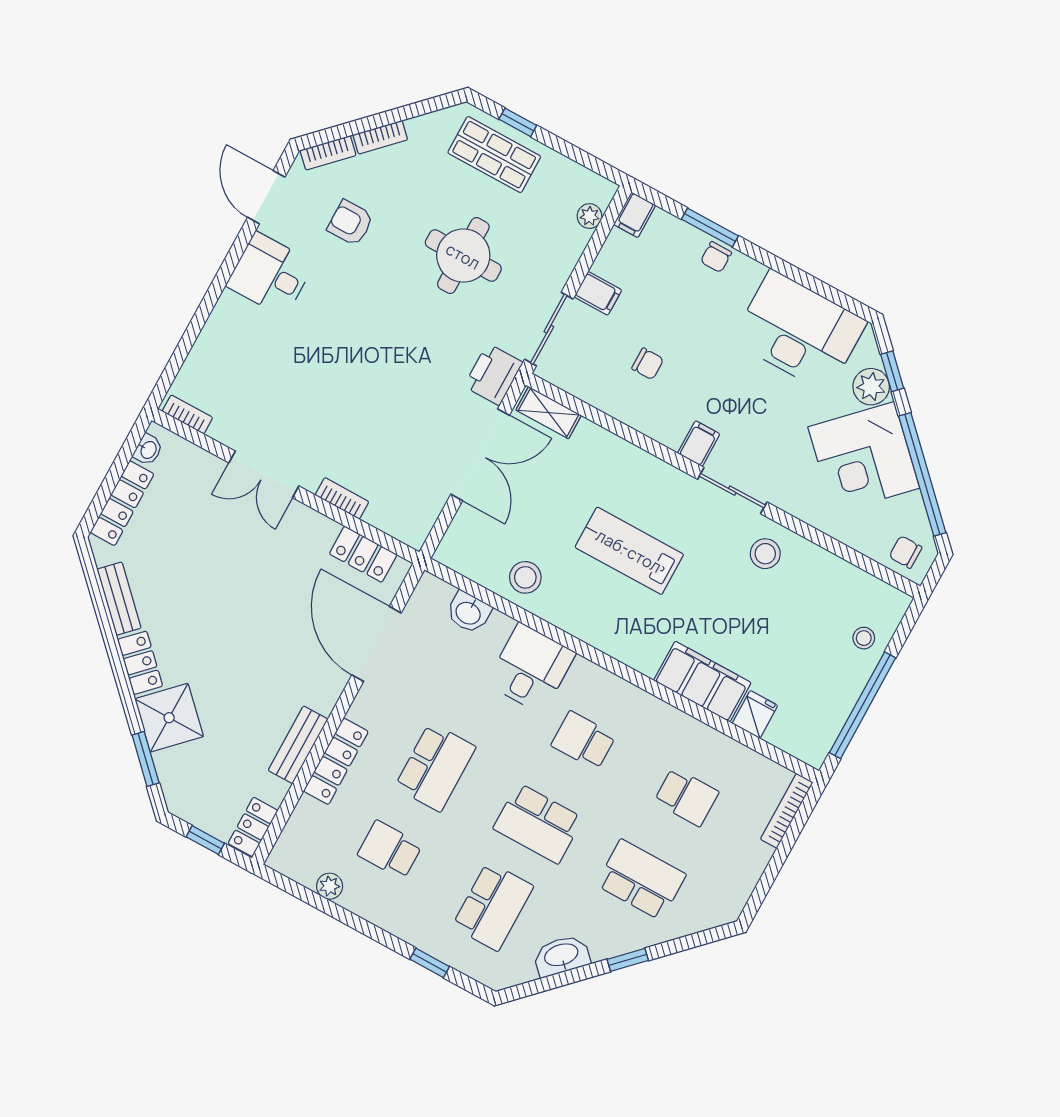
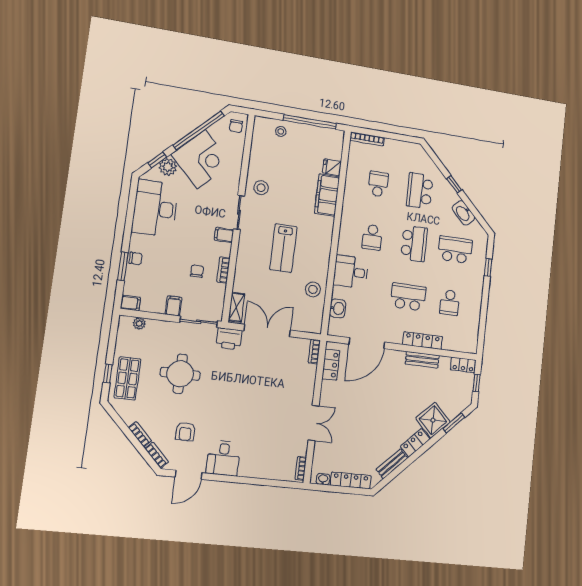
bookcase: (631, 416) -> (223, 270), added
bookcase: (342, 498) -> (314, 352), moved
plant: (330, 886) -> (474, 322), removed

